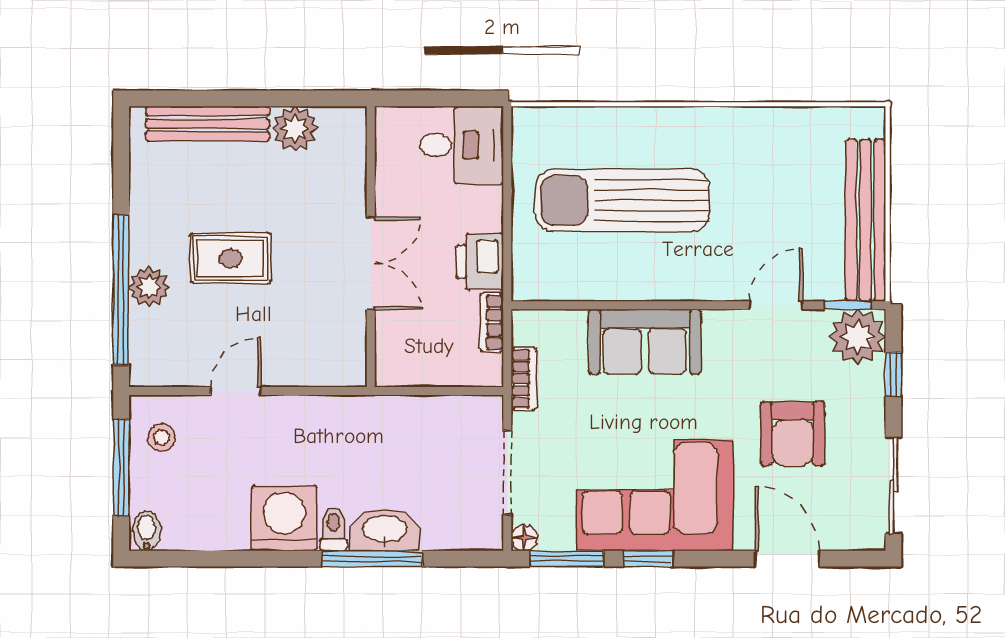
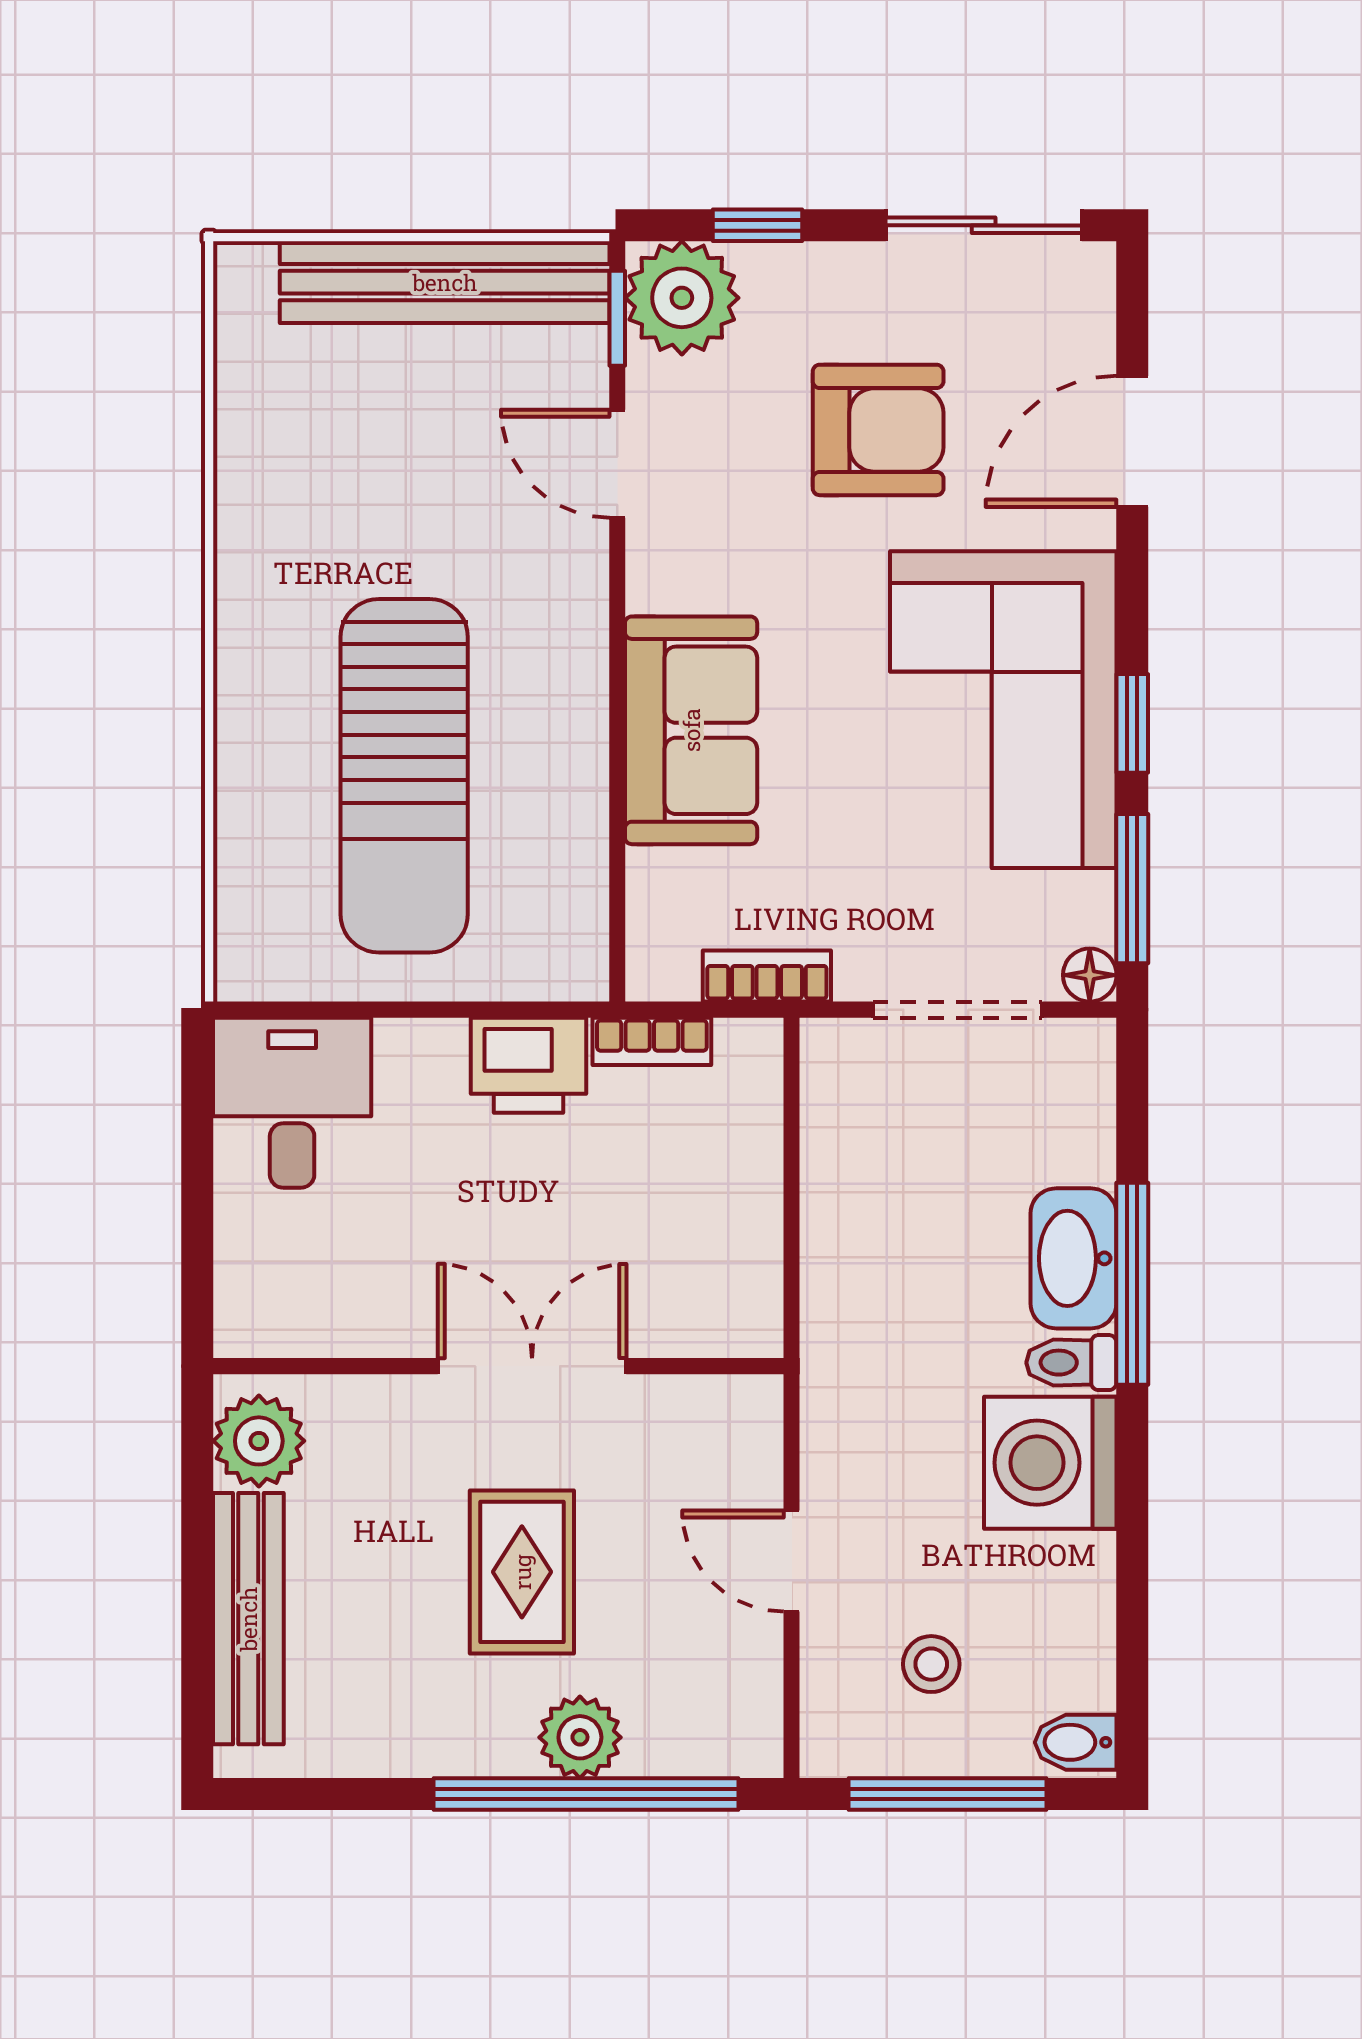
wall: (371, 247) -> (498, 1366), moved
double door: (371, 263) -> (532, 1366), moved
stool: (161, 438) -> (931, 1664), moved

